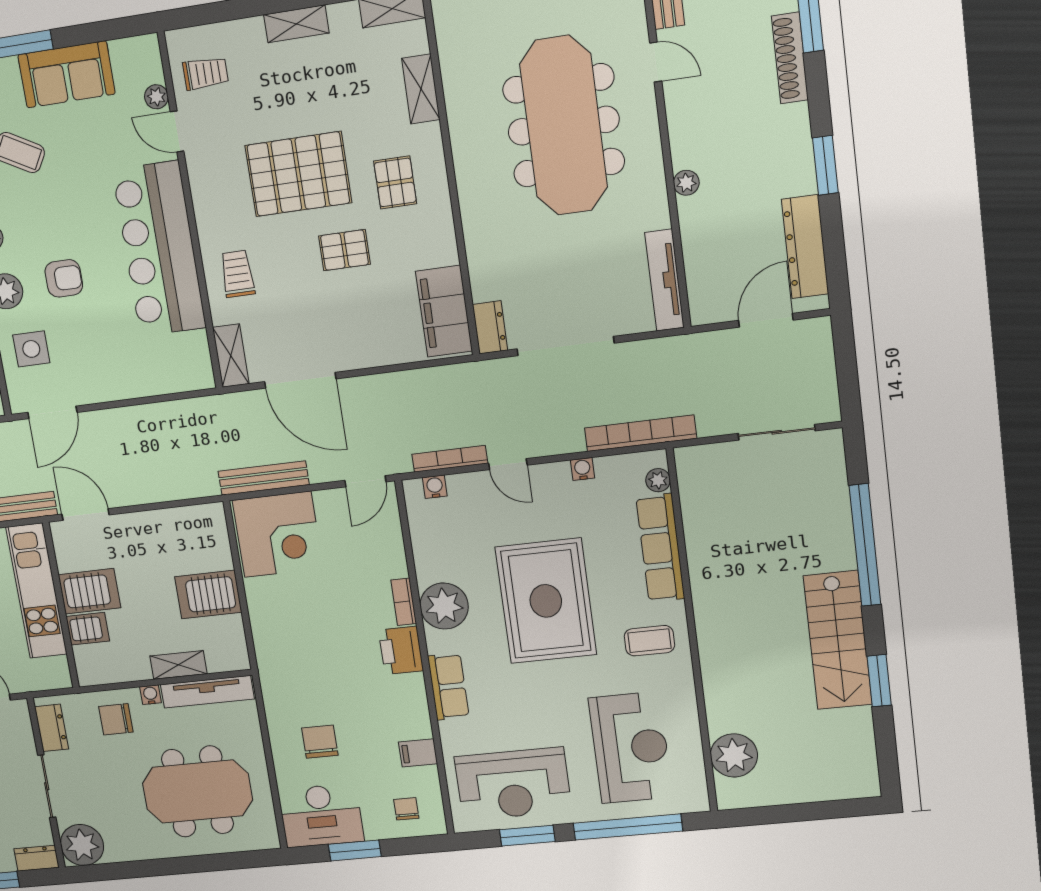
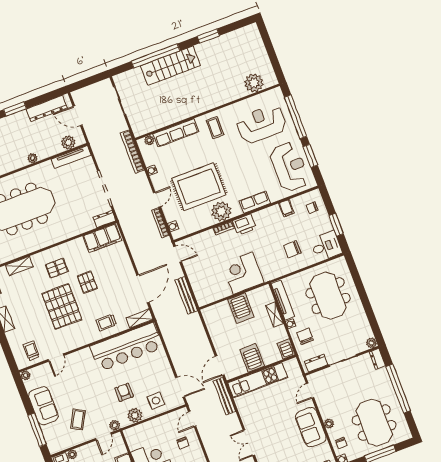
plant: (156, 97) -> (26, 375), moved
bar counter: (159, 249) -> (126, 347), moved
plant: (704, 282) -> (68, 142), added
corner desk: (278, 534) -> (243, 273), moved, turned -90
rug: (546, 601) -> (199, 187), moved
server rack: (88, 629) -> (286, 349), moved
stairs: (838, 640) -> (170, 66), moved
chair: (116, 719) -> (305, 336), turned 180
desk: (321, 816) -> (326, 246), width x0.73
plant: (82, 845) -> (371, 343), width x0.53, depth x0.53

